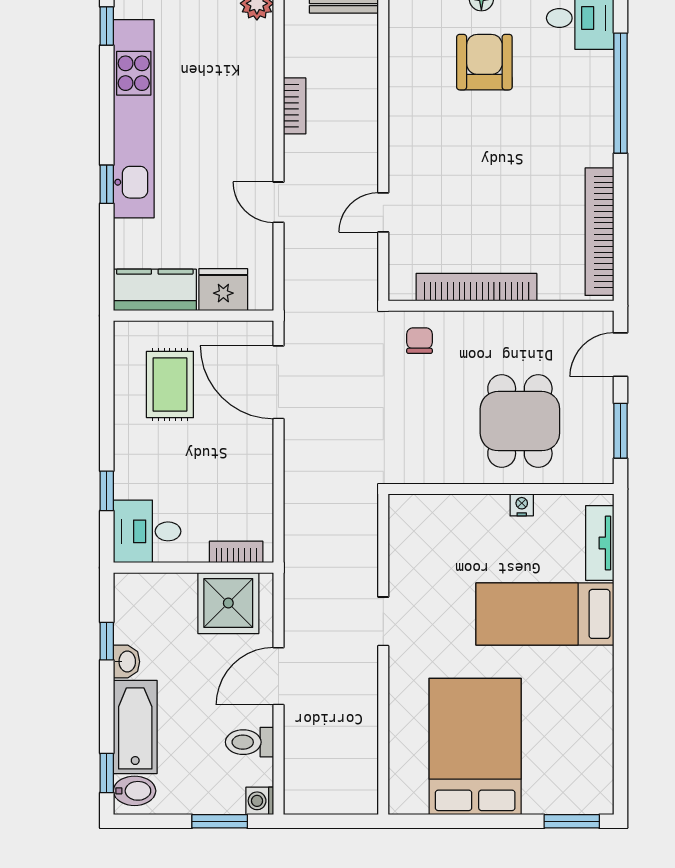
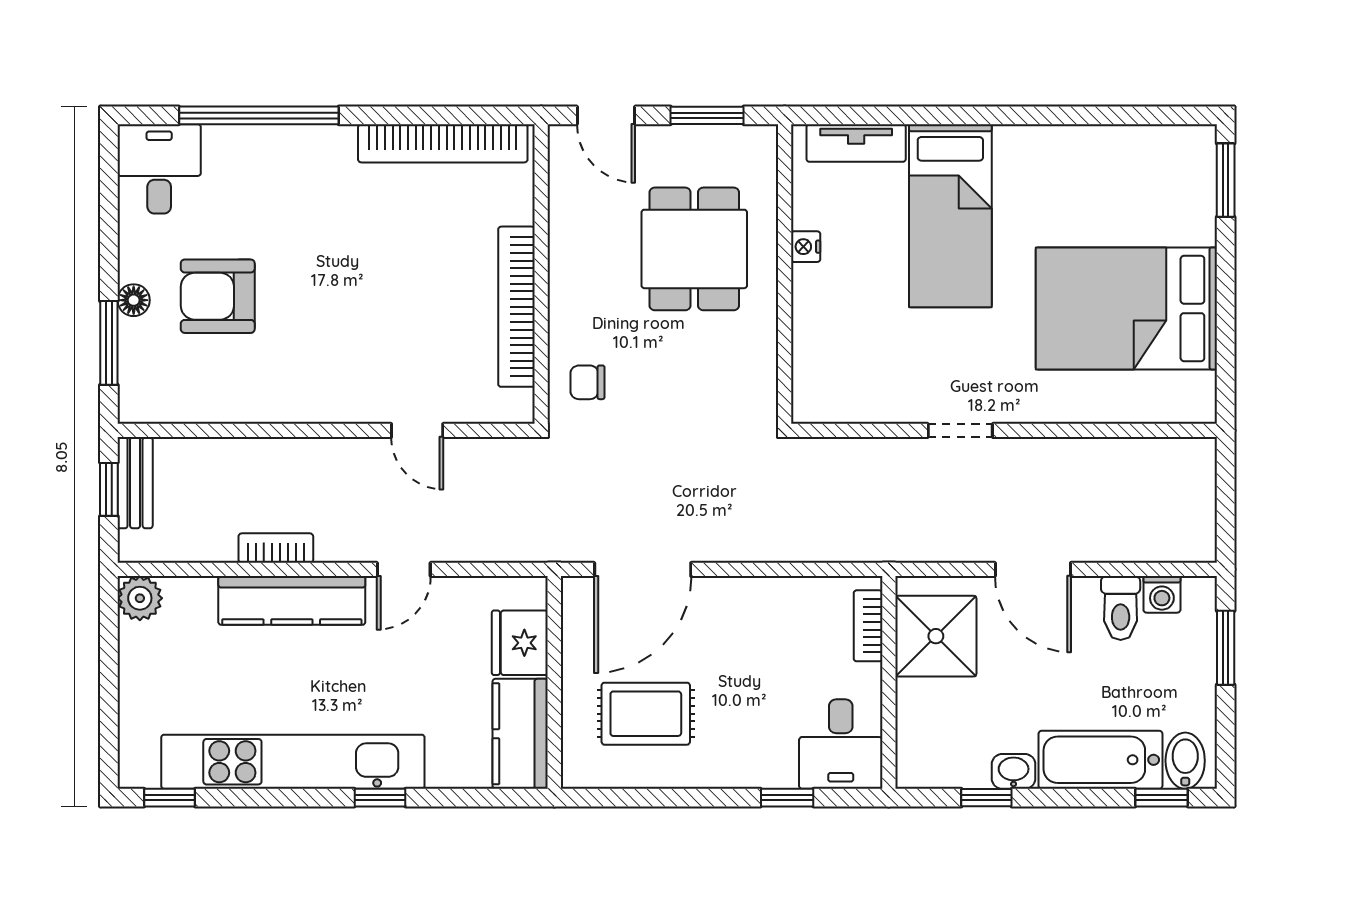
kitchen counter: (255, 118) -> (292, 600), added
dining table: (520, 421) -> (694, 249), turned 90
washing machine: (260, 801) -> (1162, 594), moved

